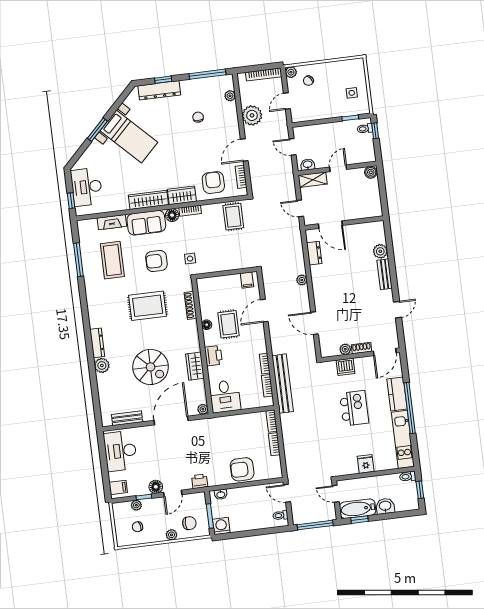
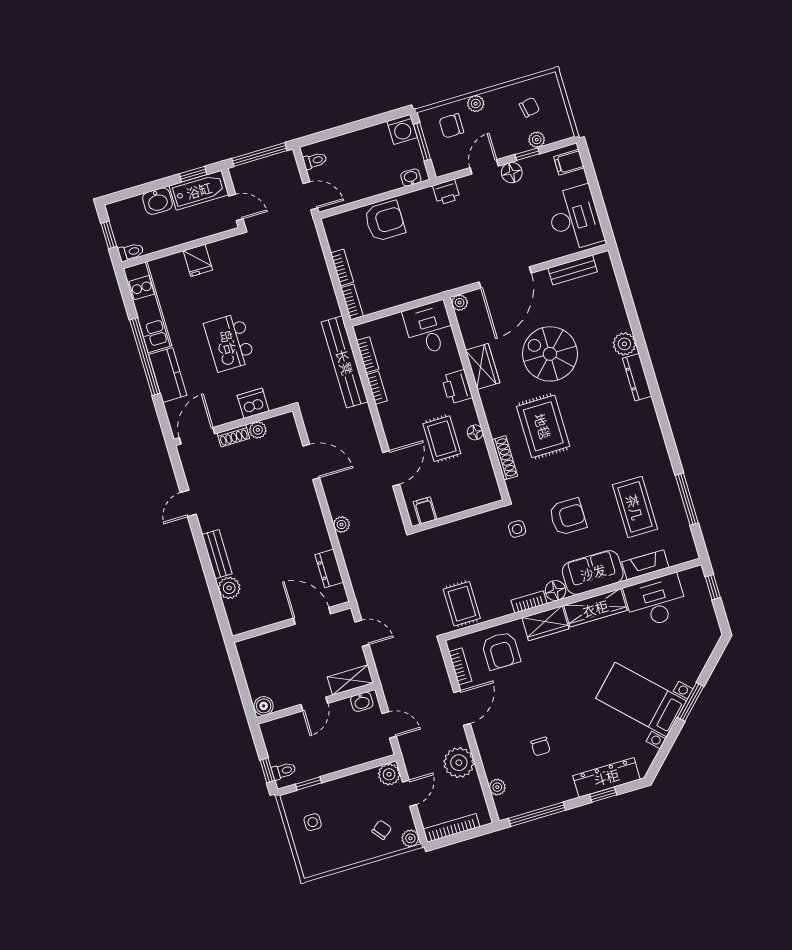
plant: (298, 115) -> (389, 774), added
desk: (87, 187) -> (656, 601), moved, turned -90
rug: (148, 306) -> (543, 426), moved, turned 90

